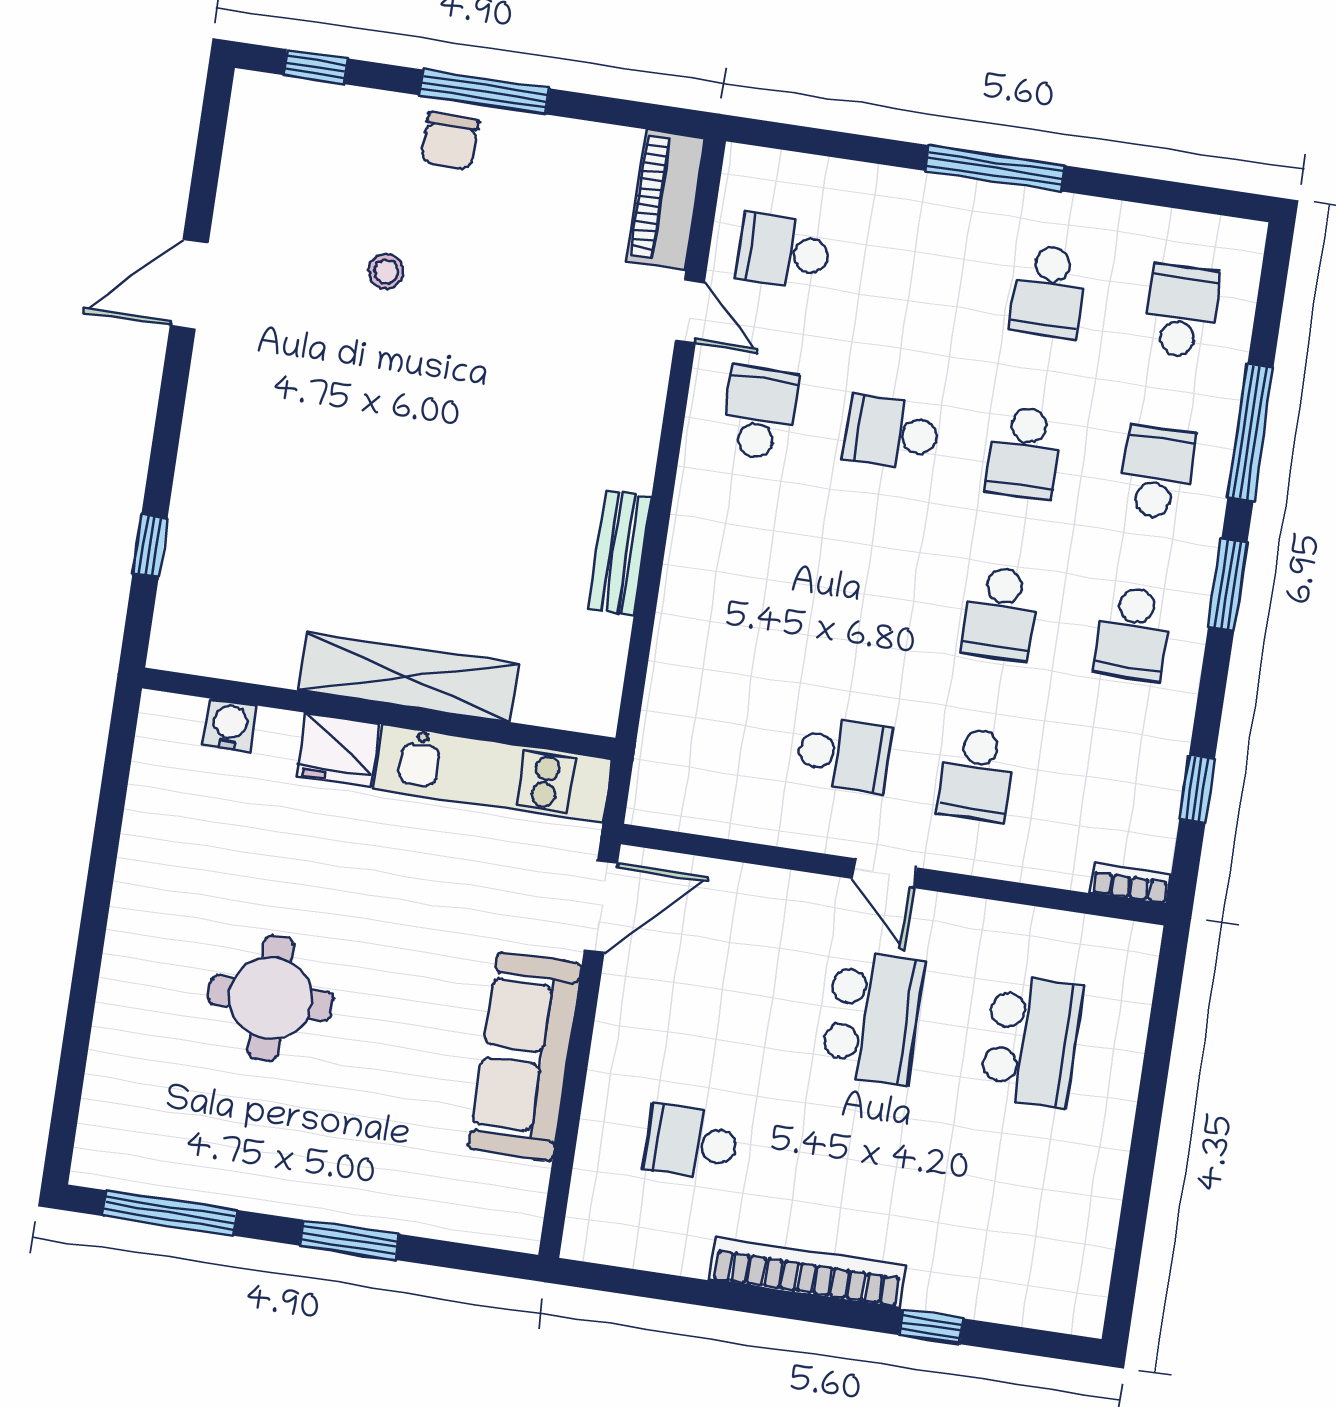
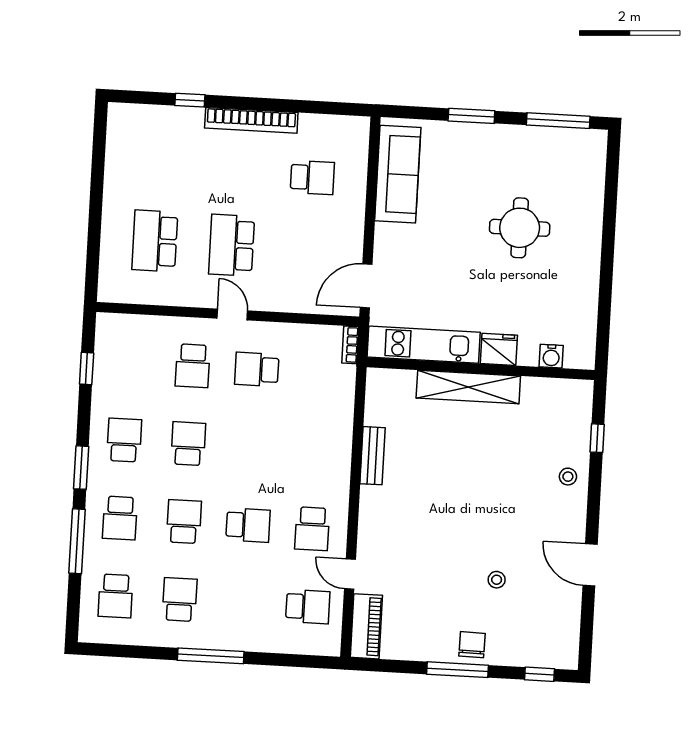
door: (189, 284) -> (590, 565), swing flipped
stool: (218, 472) -> (568, 477), added
school desk: (976, 774) -> (193, 366), turned 180
bookcase: (1130, 884) -> (350, 345), moved, turned 90
sofa: (525, 1057) -> (398, 174), moved

